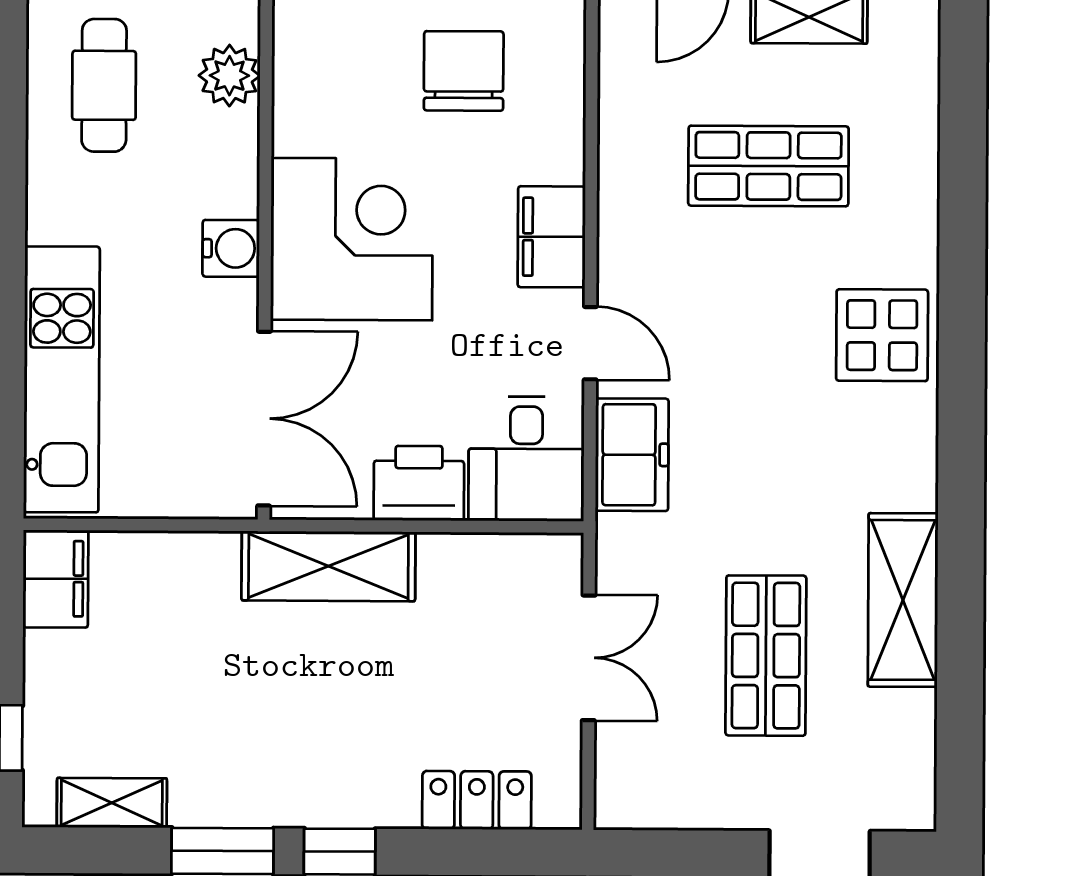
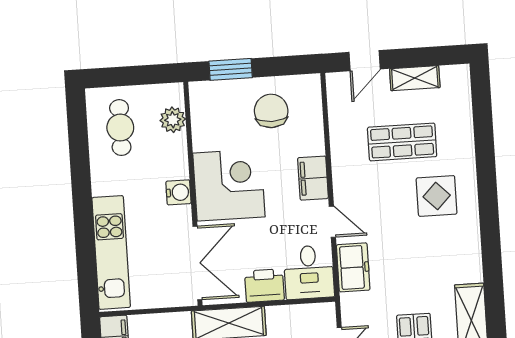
display table: (882, 335) -> (437, 196), moved

